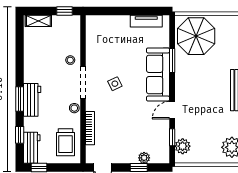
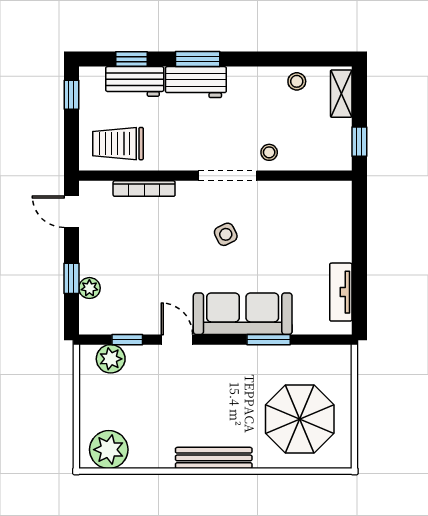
parasol: (196, 36) -> (300, 419), moved
stool: (74, 108) -> (297, 81), moved
workbench: (32, 148) -> (135, 81), moved

